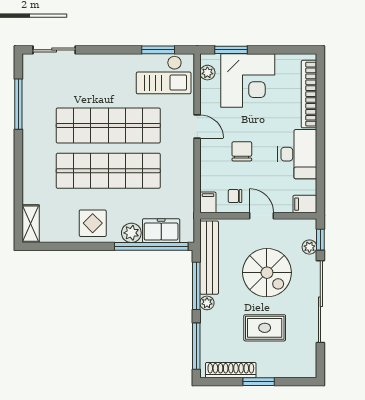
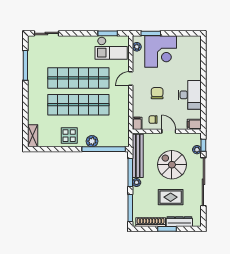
bookcase: (309, 94) -> (197, 59), removed
door: (197, 127) -> (131, 79), swing flipped
freezer: (161, 231) -> (110, 140), removed
spiral stairs: (267, 273) -> (172, 165), turned 180
dresser: (280, 369) -> (179, 222), added

